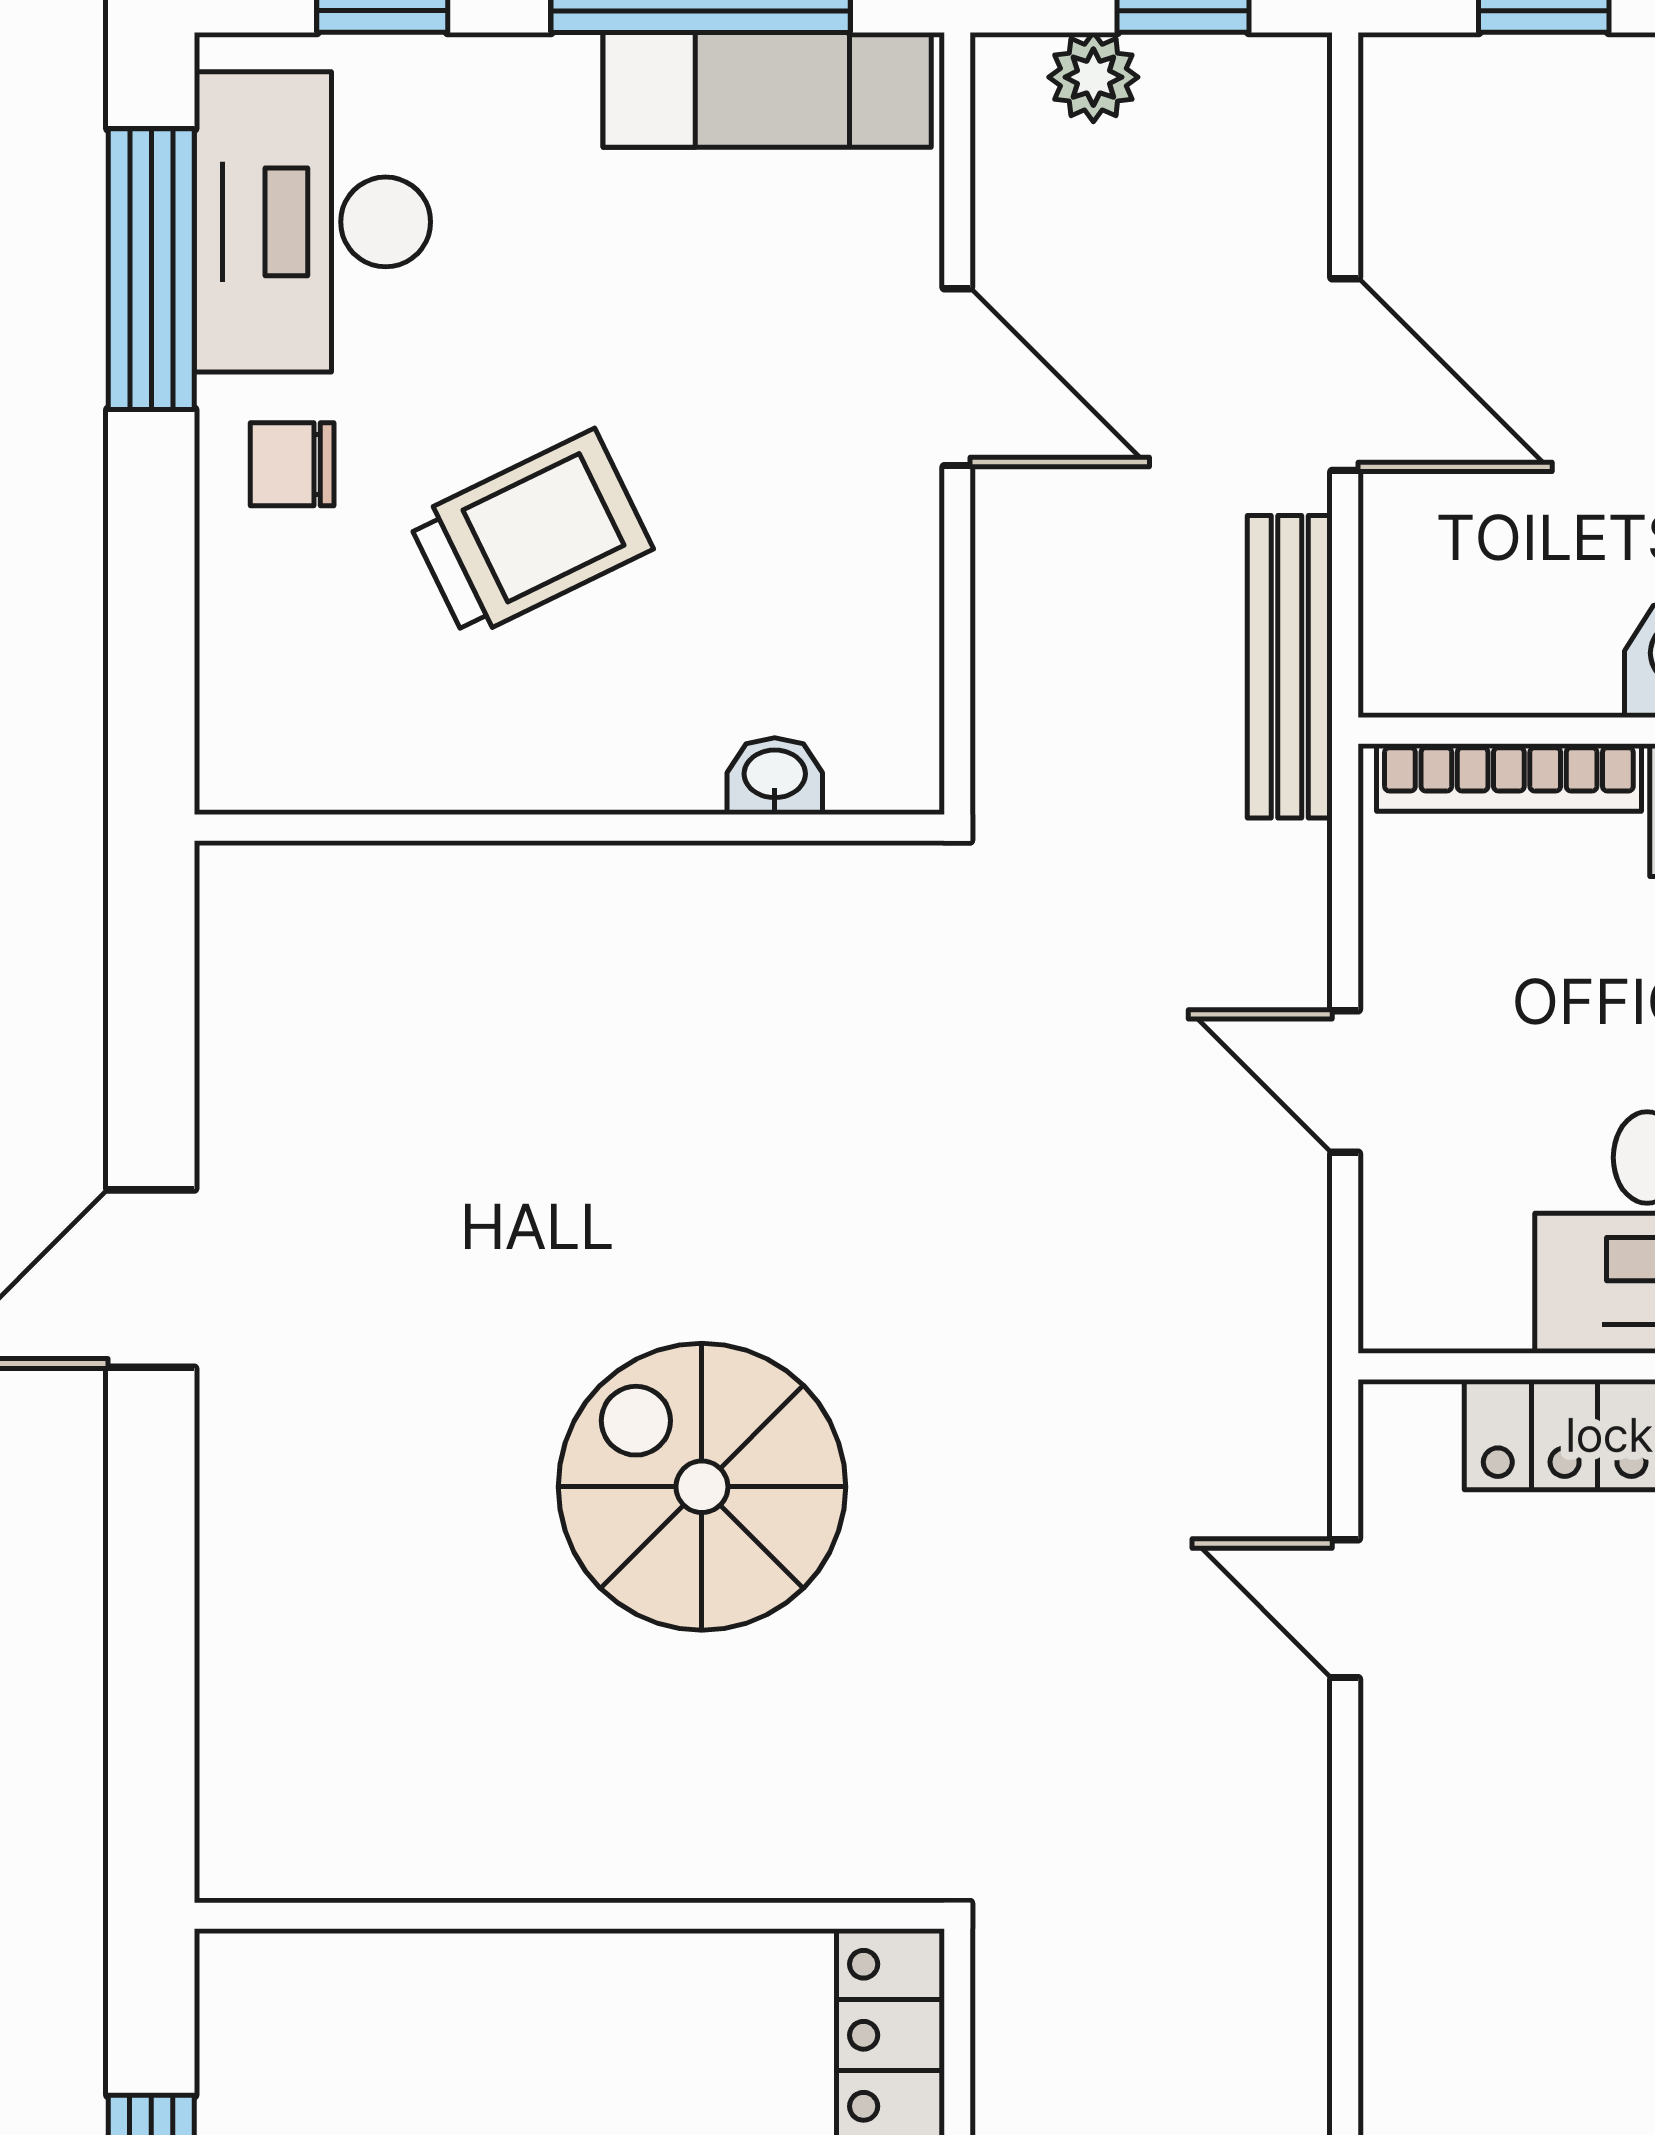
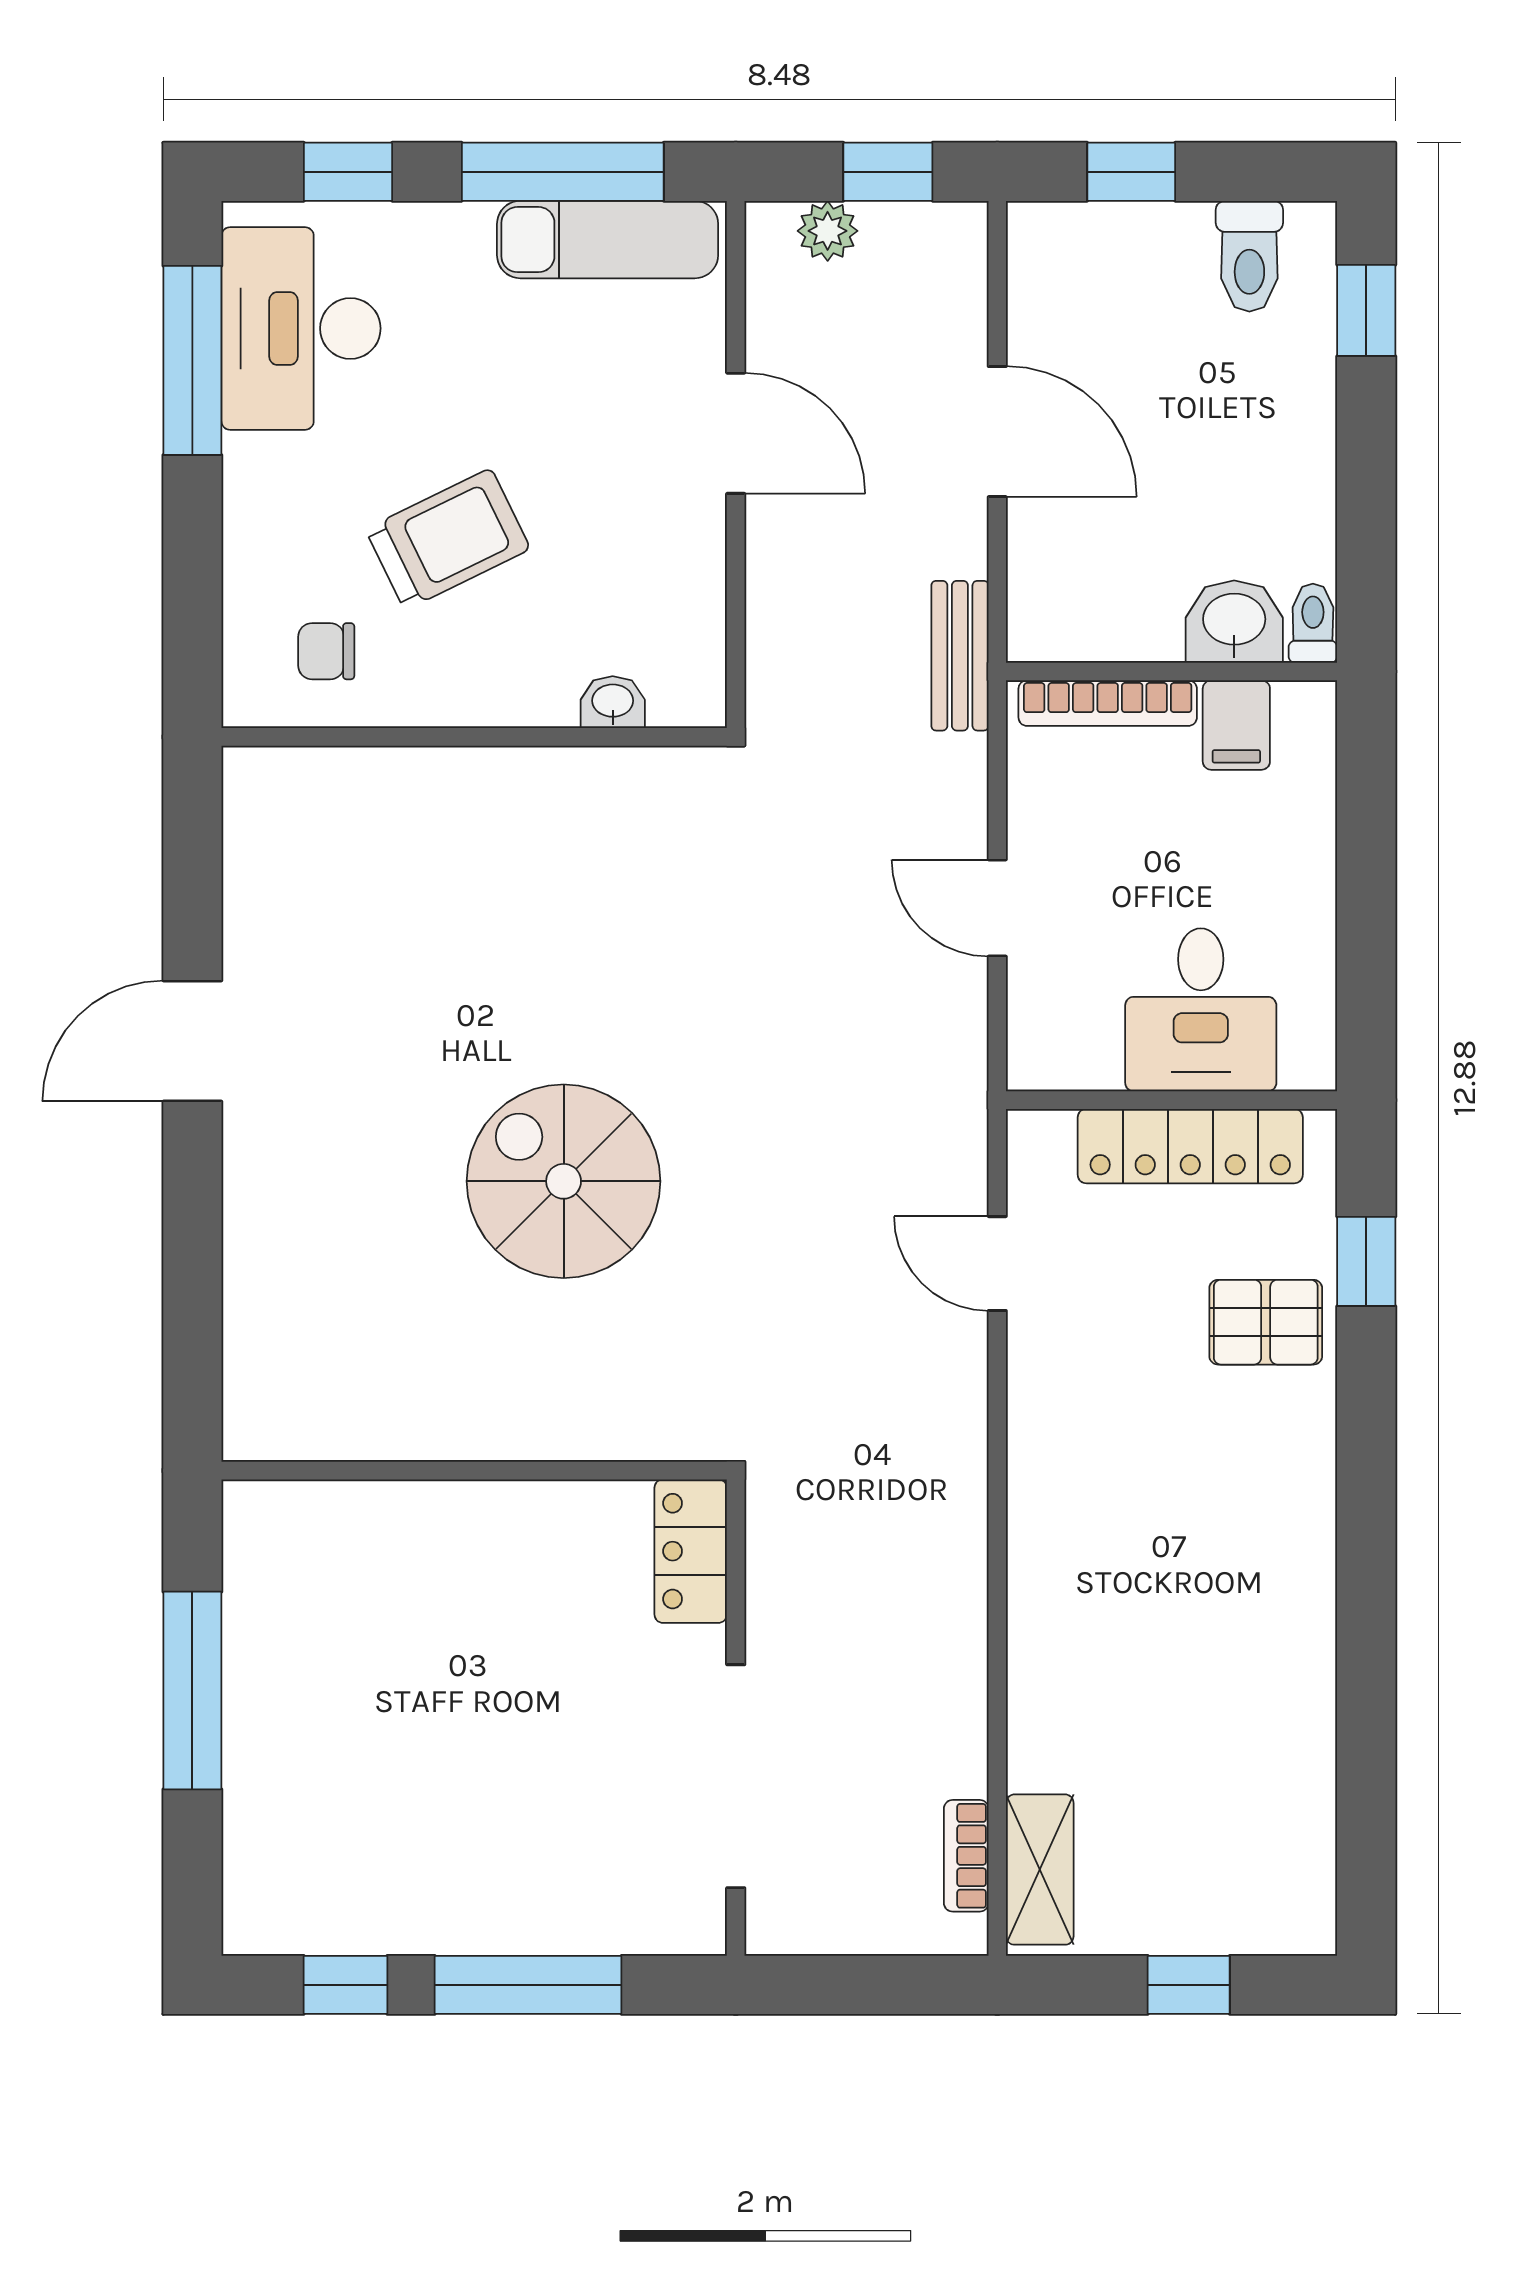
chair: (292, 464) -> (326, 651), moved
bench: (1290, 667) -> (960, 656), width x0.73

